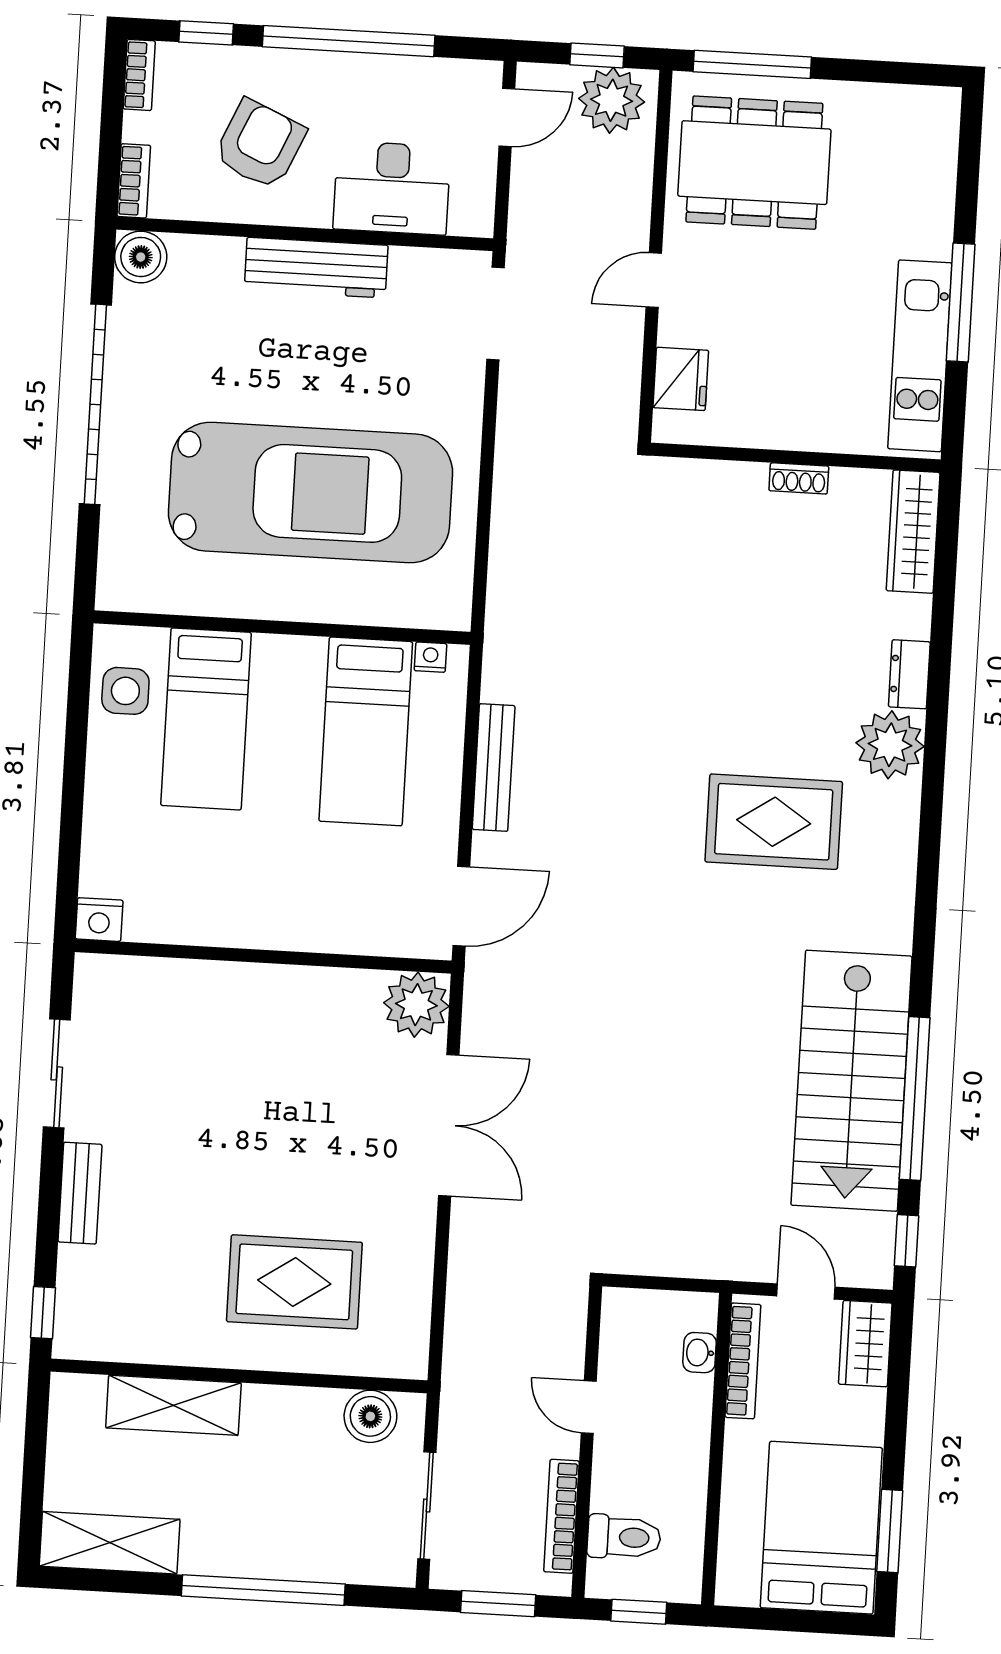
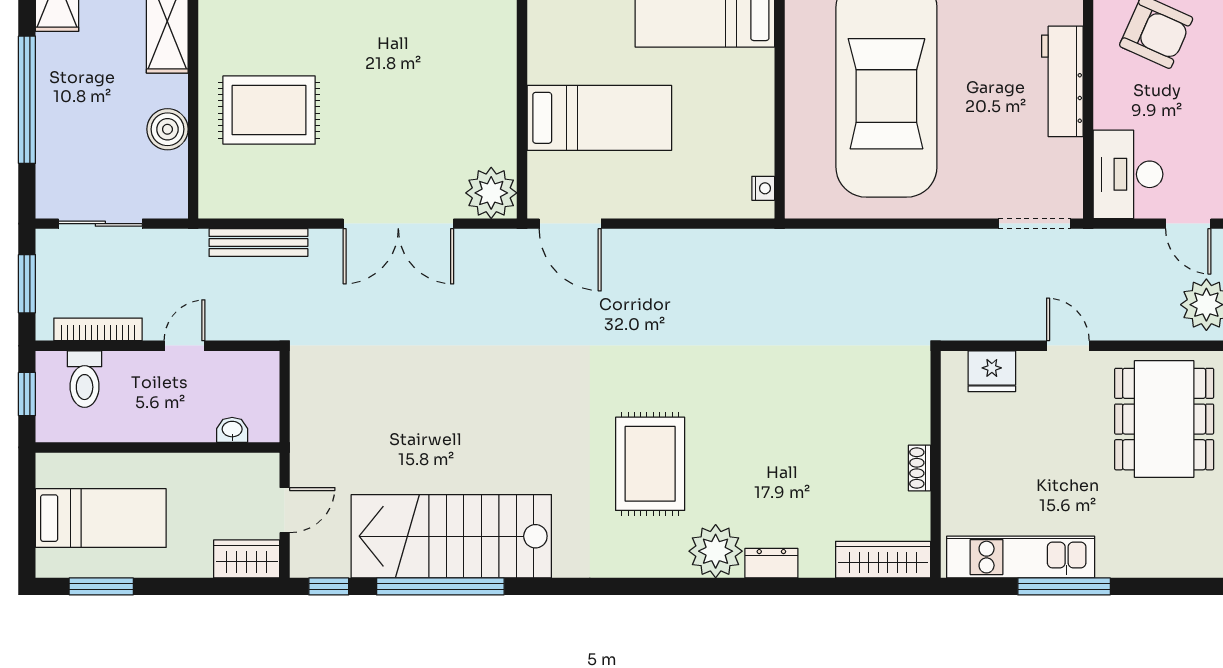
desk: (392, 188) -> (1128, 174), moved
bed: (366, 731) -> (599, 118), moved, turned 180
bench: (494, 768) -> (258, 243), moved
rug: (294, 1282) -> (269, 110), turned 90
bookcase: (743, 1361) -> (228, 464), removed
boiler: (370, 1416) -> (167, 129), moved
bed: (821, 1528) -> (101, 518), width x0.67

